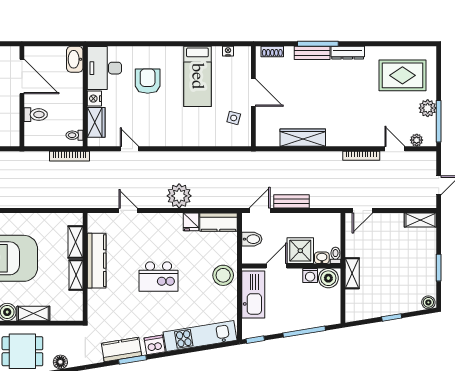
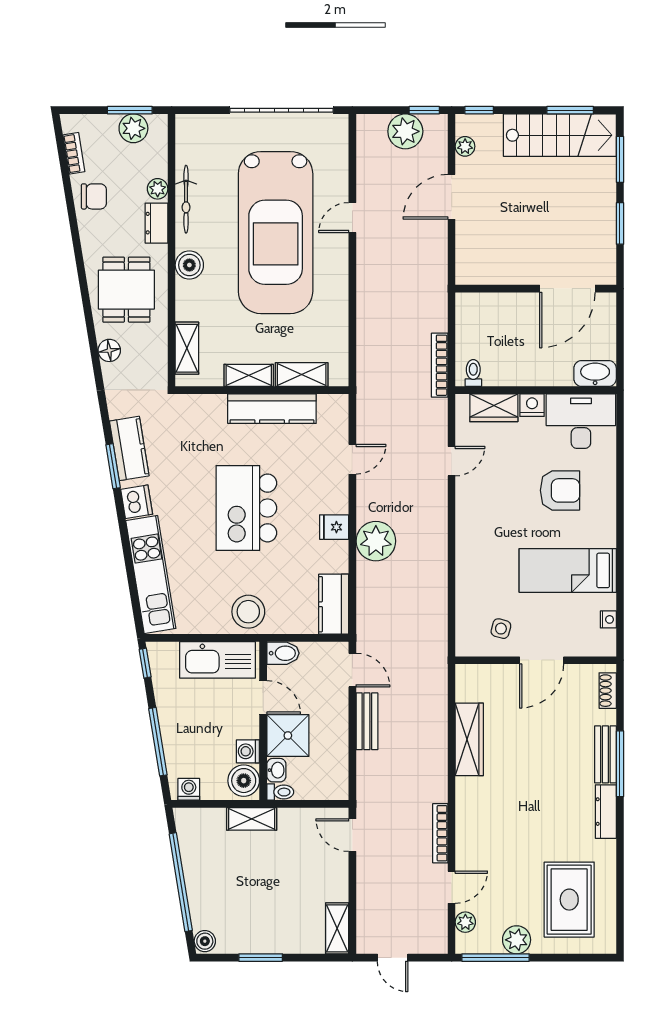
toilet: (36, 115) -> (506, 311), removed
fridge: (191, 222) -> (334, 527), moved
bidet: (252, 239) -> (283, 653), moved, turned -90
kitchen island: (159, 277) -> (246, 508), width x1.37, depth x1.28
washing machine: (334, 312) -> (189, 789), added
shelving: (33, 314) -> (187, 348), moved
window: (392, 317) -> (181, 882), width x3.17

